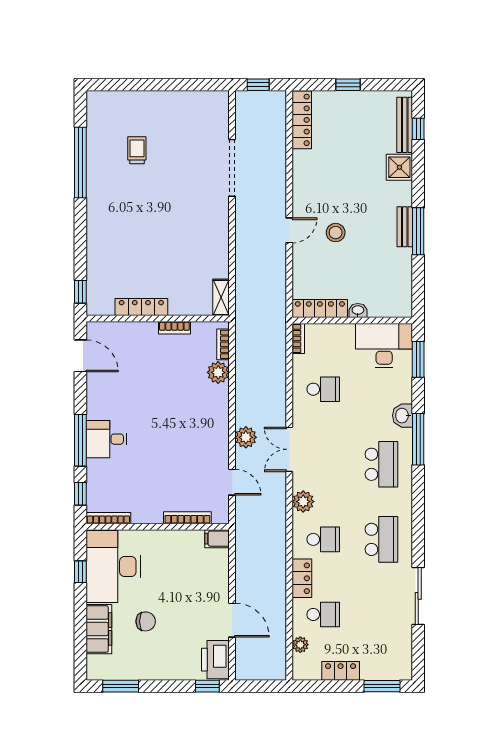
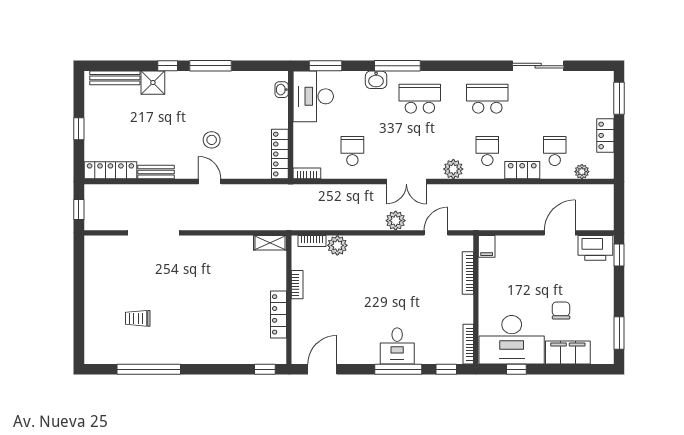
window: (418, 129) -> (168, 66), moved
bench: (405, 227) -> (156, 172), moved
washbasin: (358, 310) -> (282, 90), moved

